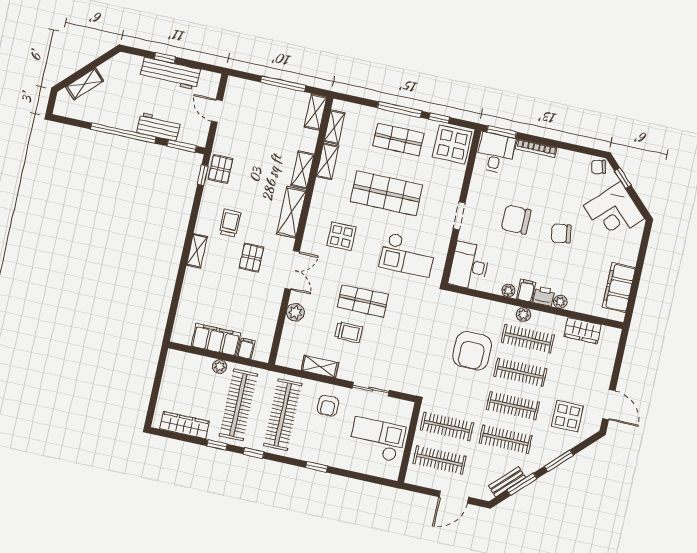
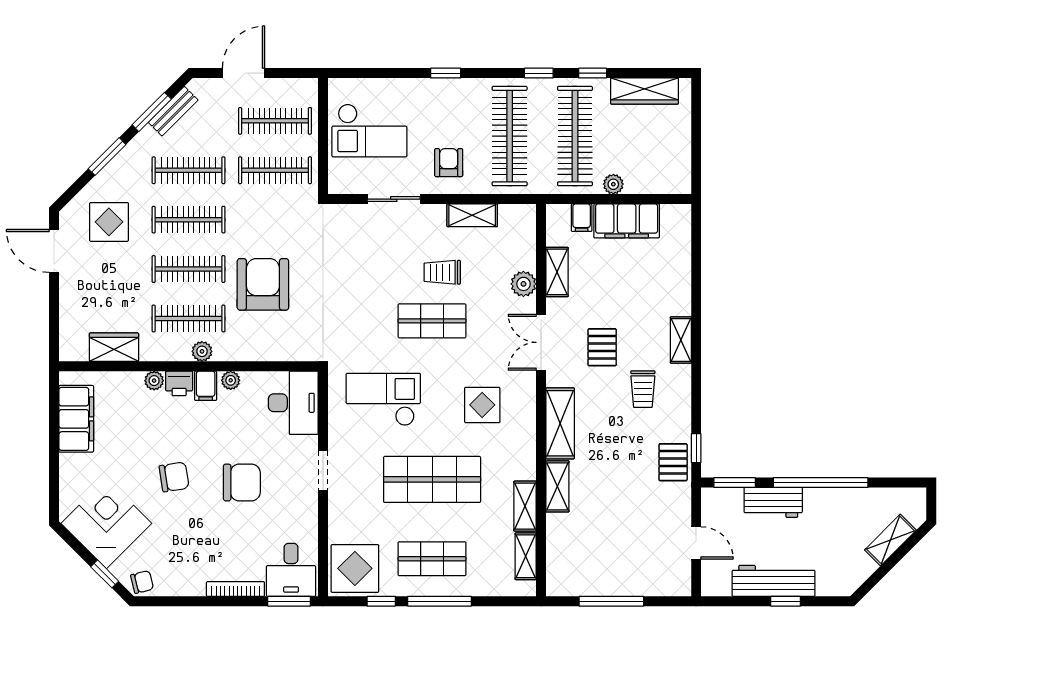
shelving: (316, 112) -> (557, 272), moved

